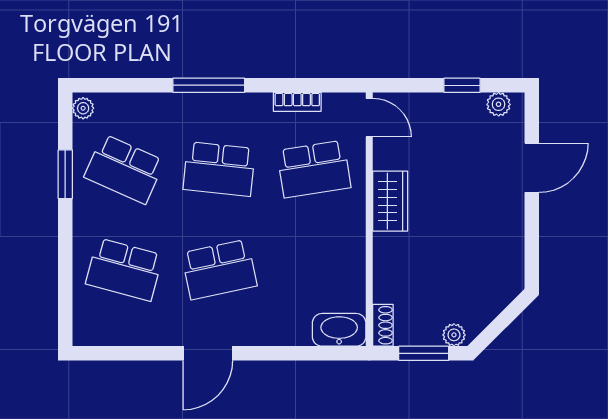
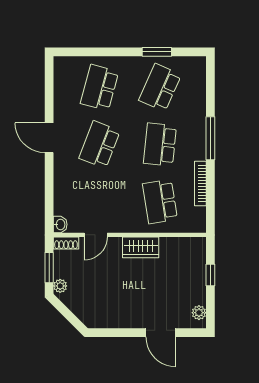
window: (462, 85) -> (210, 275), moved
bookcase: (297, 102) -> (200, 184), width x1.56
plant: (83, 108) -> (197, 63), removed
door: (369, 118) -> (96, 235), moved
school desk: (219, 269) -> (100, 145), turned 33
washbasin: (339, 330) -> (60, 224), width x0.52, depth x0.69

